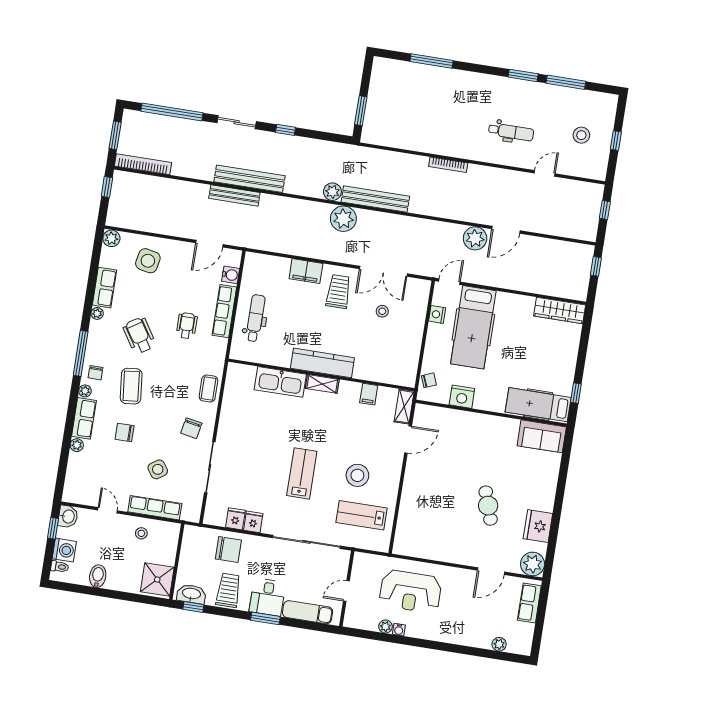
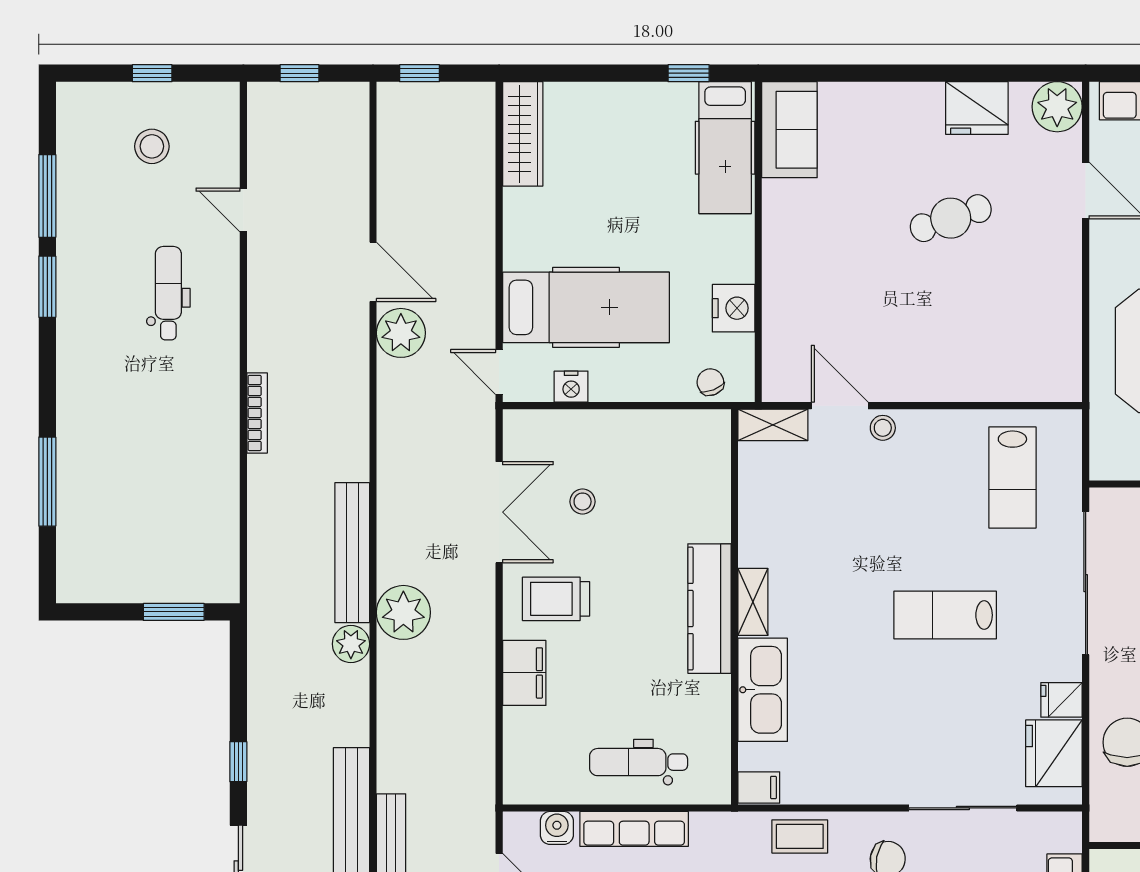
filing cabinet: (369, 394) -> (759, 787), moved
stool: (357, 475) -> (883, 428), moved, width x0.53, depth x0.53
fridge: (235, 519) -> (1054, 753), width x1.88, depth x1.34

